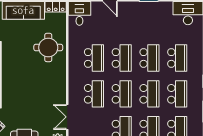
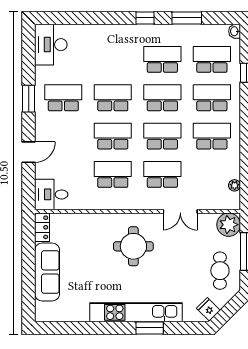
round table: (48, 47) -> (133, 246), moved
school desk: (177, 58) -> (63, 98), moved
double door: (67, 117) -> (180, 211), moved

